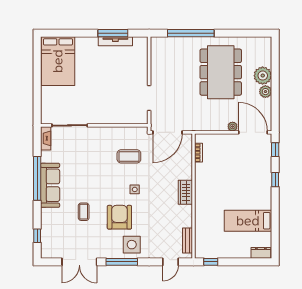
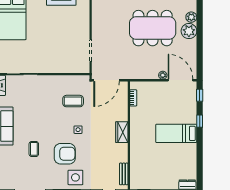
dining table: (221, 72) -> (153, 28), turned 90
plant: (265, 92) -> (191, 17), moved
armchair: (119, 217) -> (65, 154), turned 90
bed: (248, 221) -> (176, 133), moved

